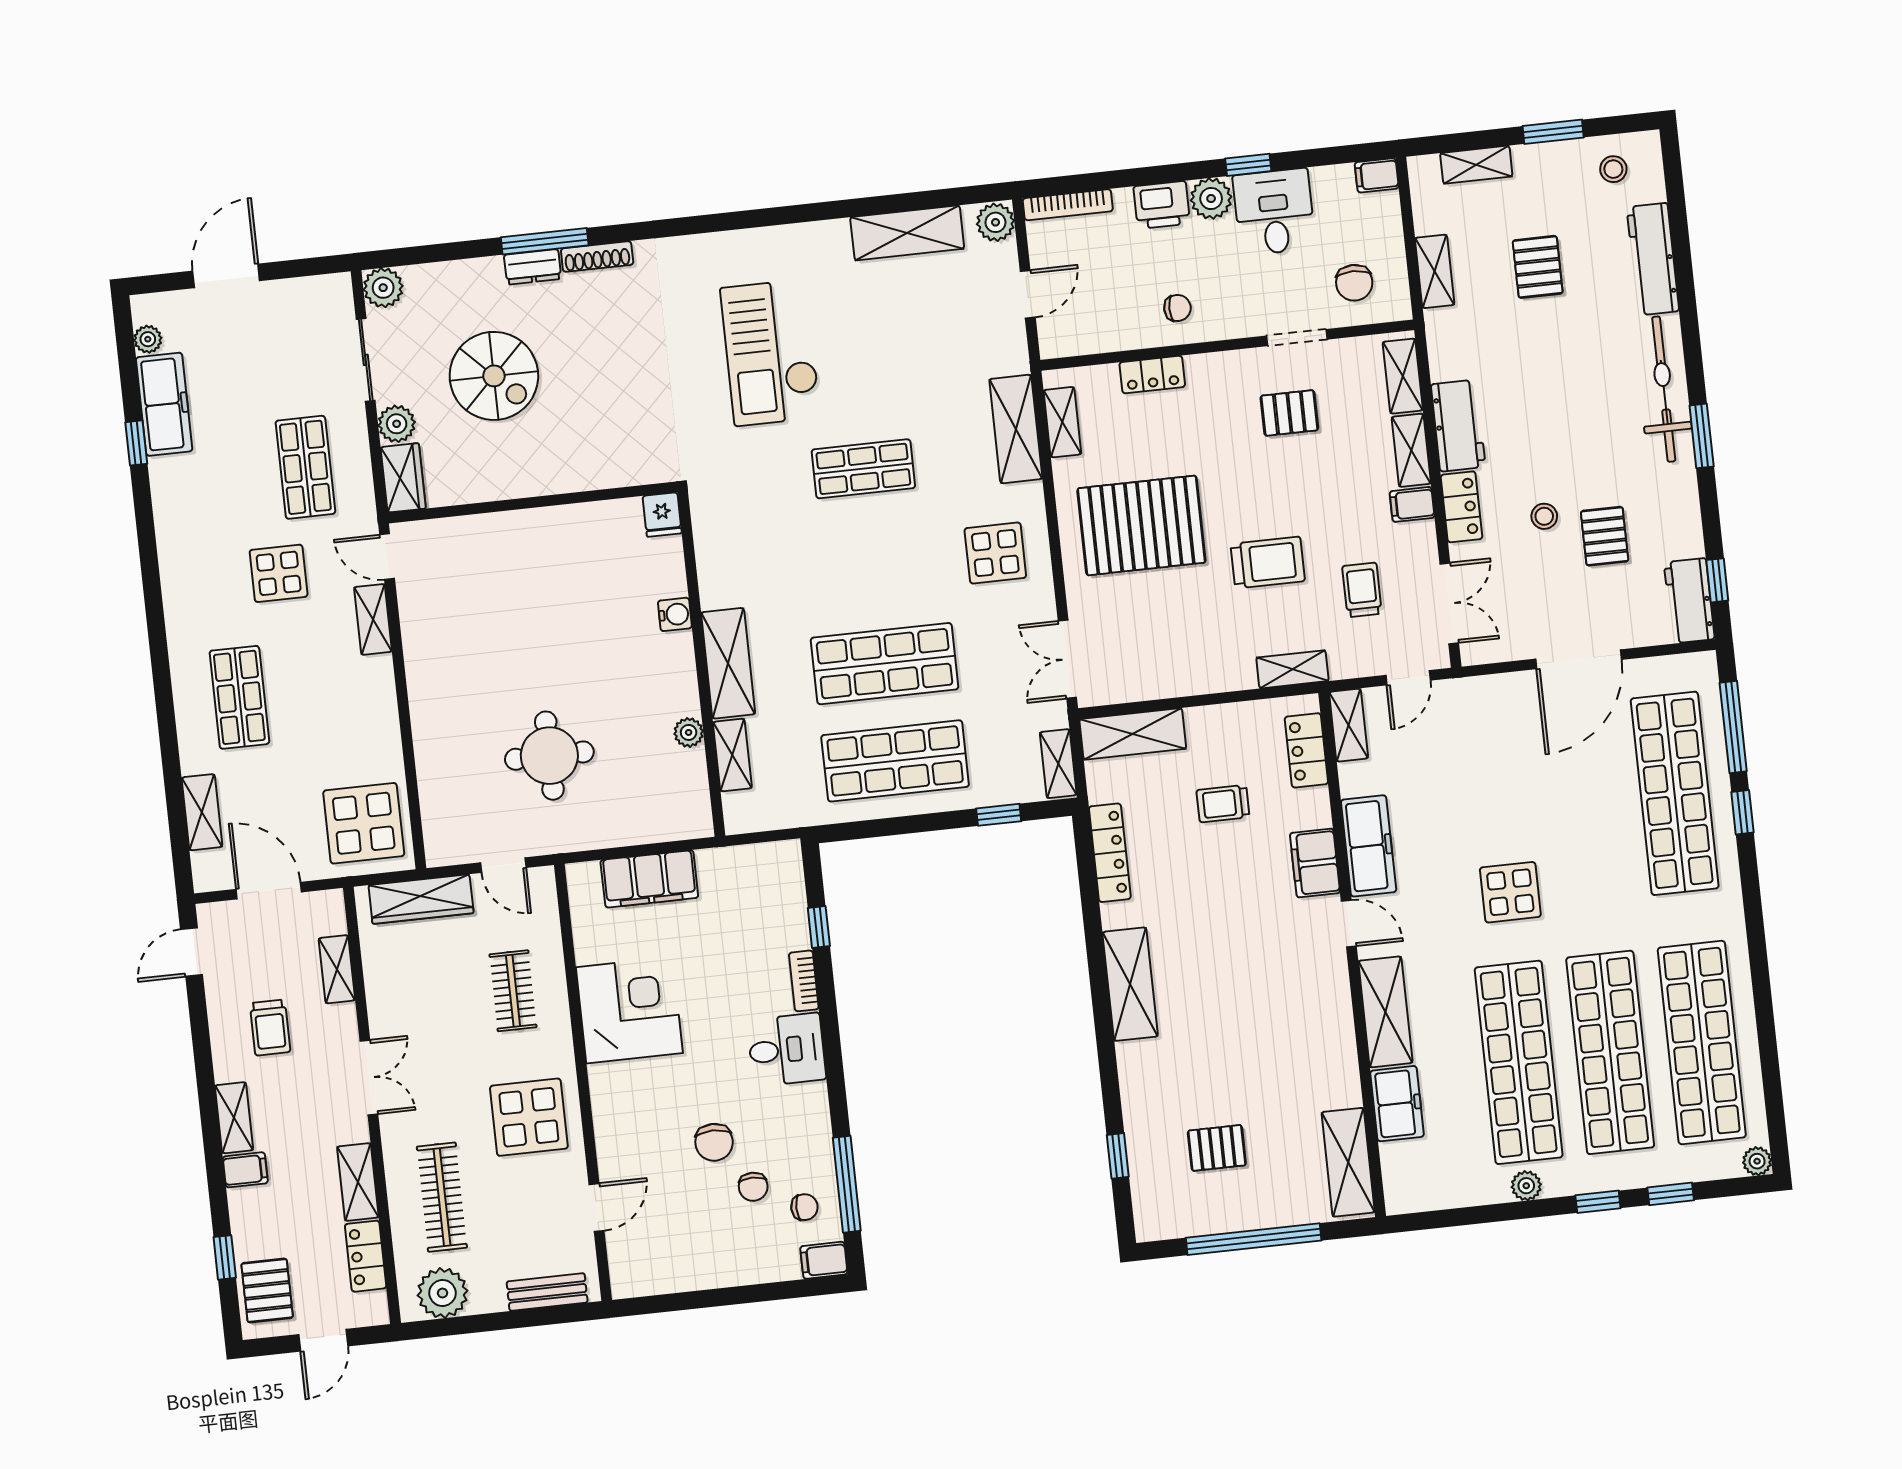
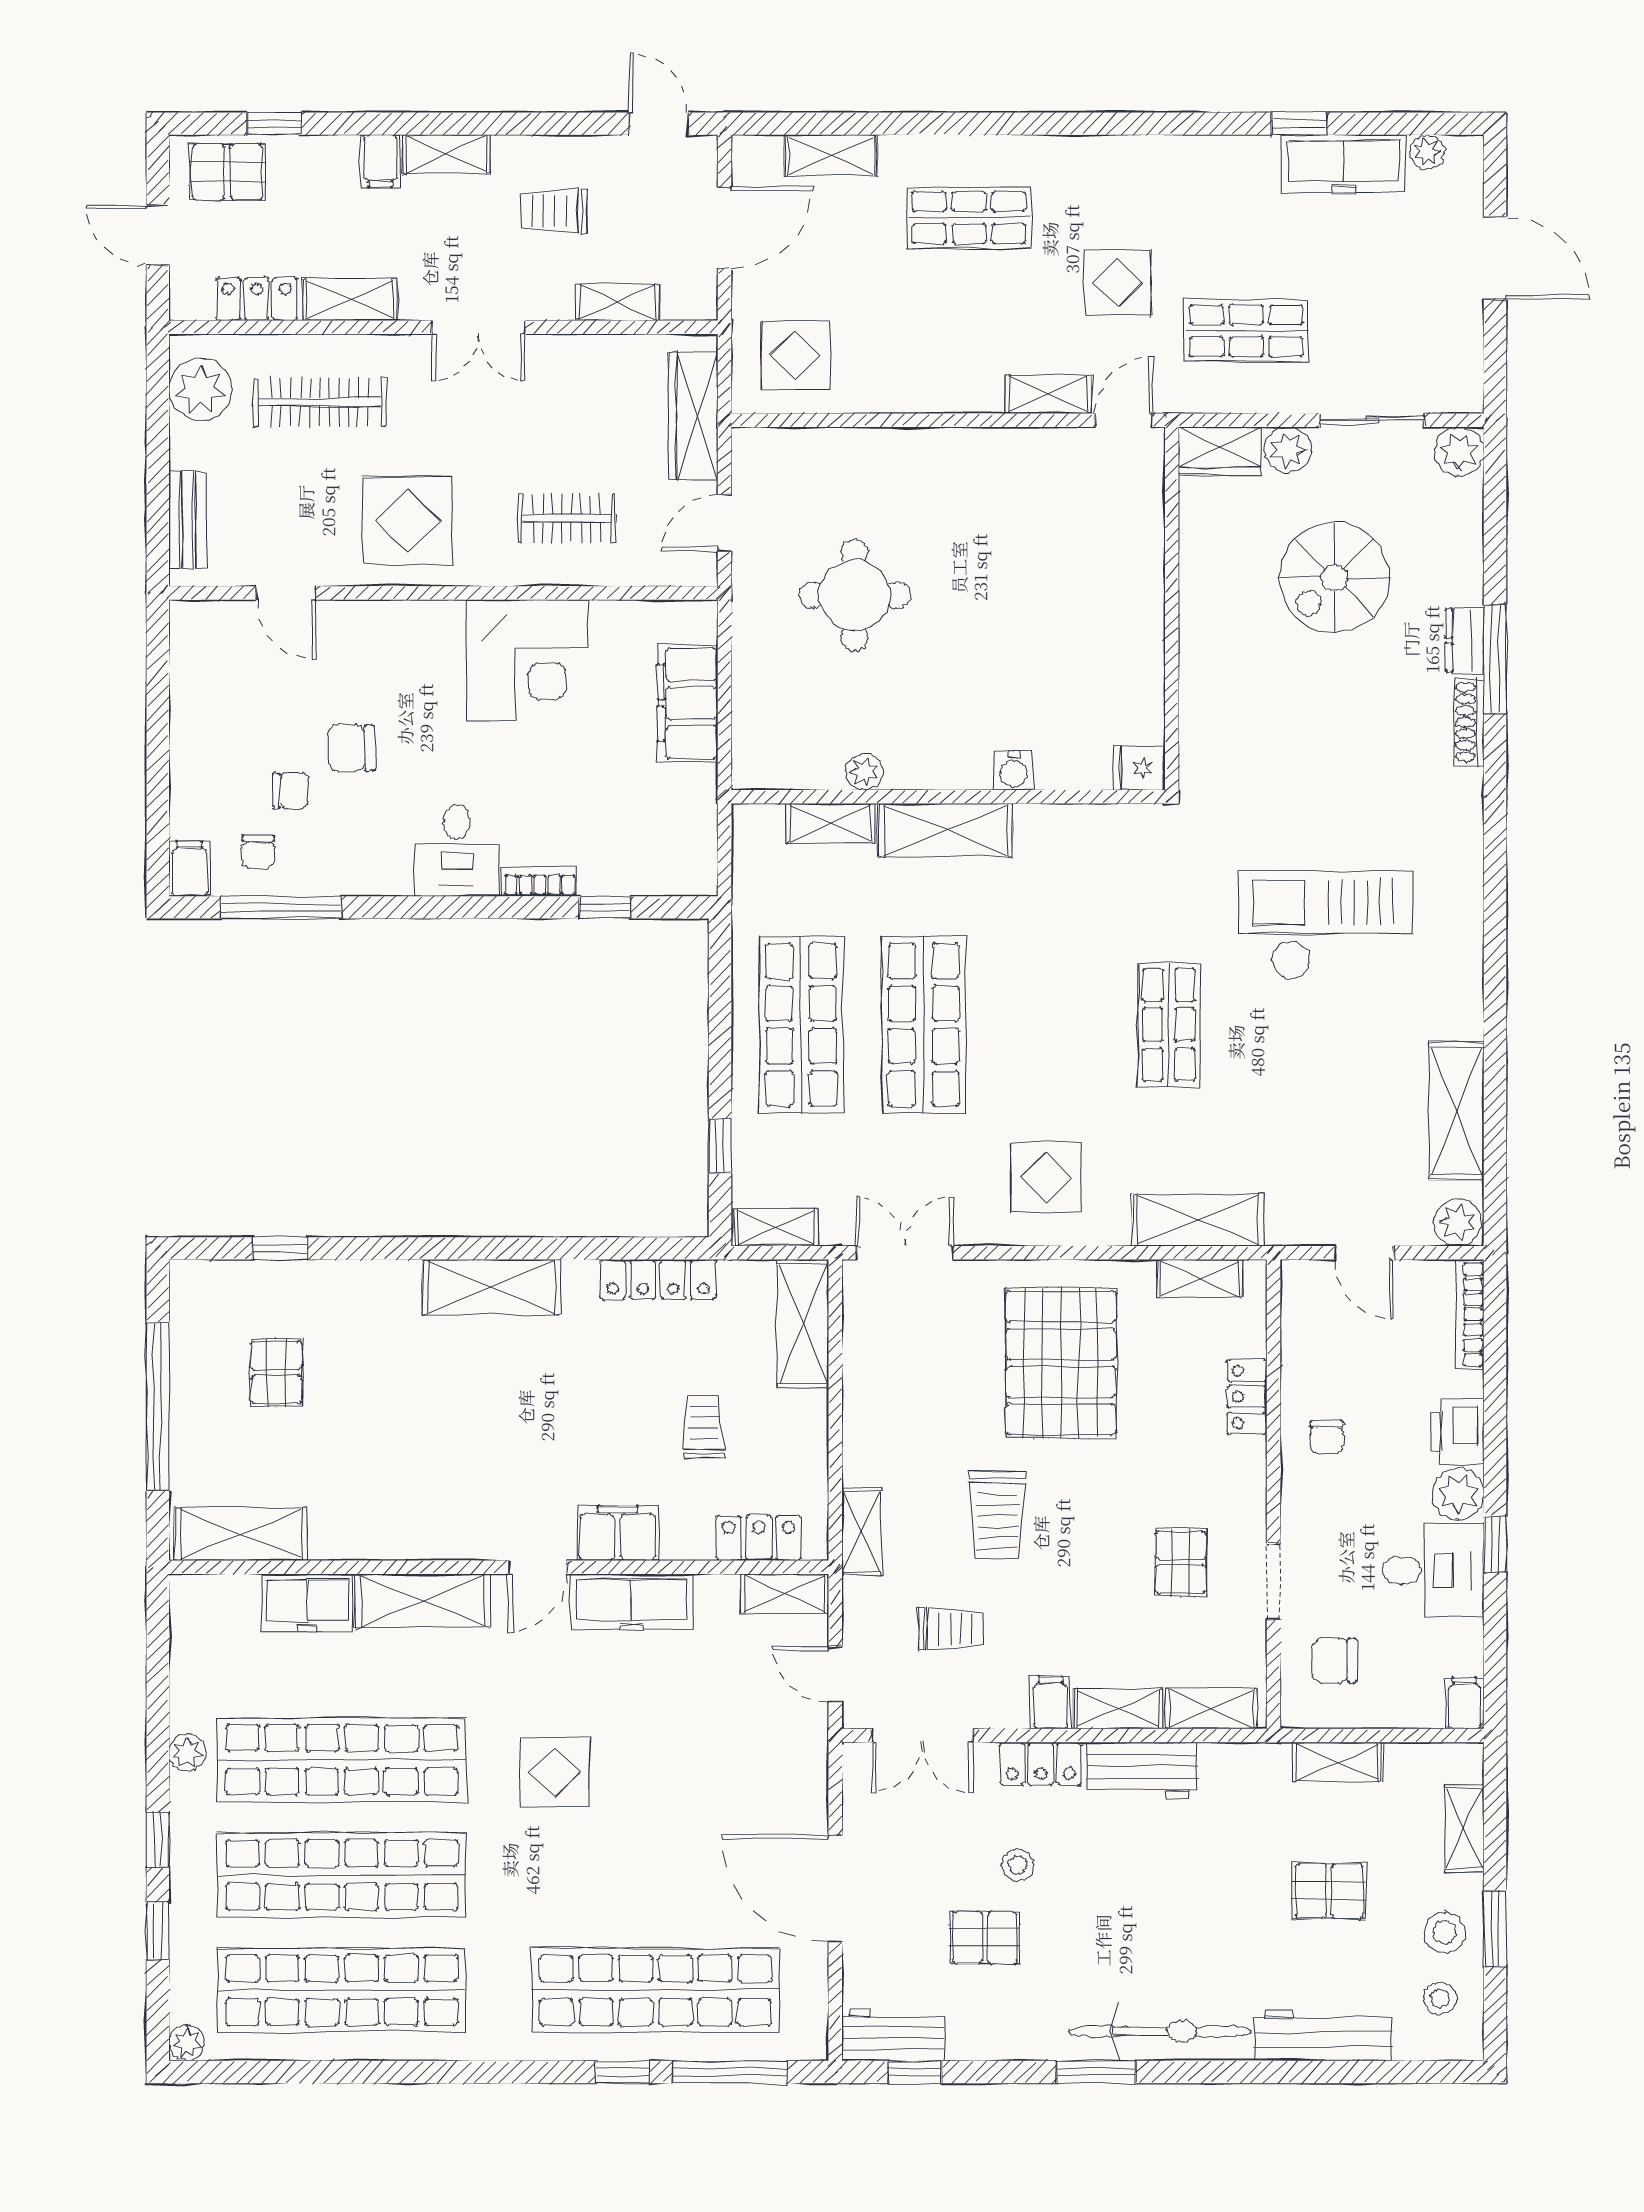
stool: (1561, 172) -> (1444, 1932), added
display table: (364, 823) -> (795, 355), width x0.73, depth x0.73
chair: (753, 1187) -> (291, 791), turned 180

